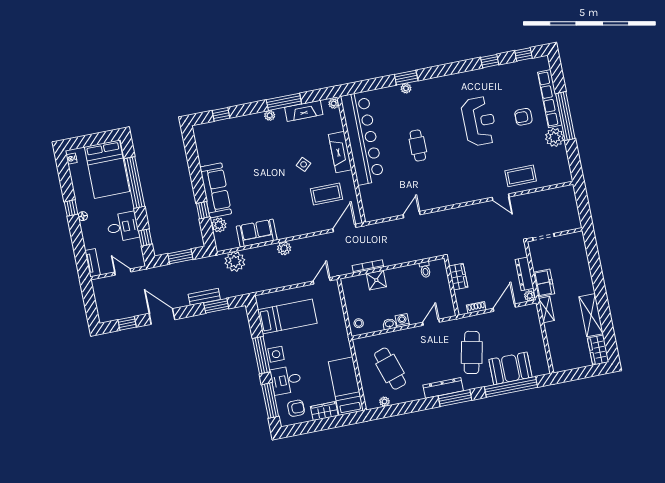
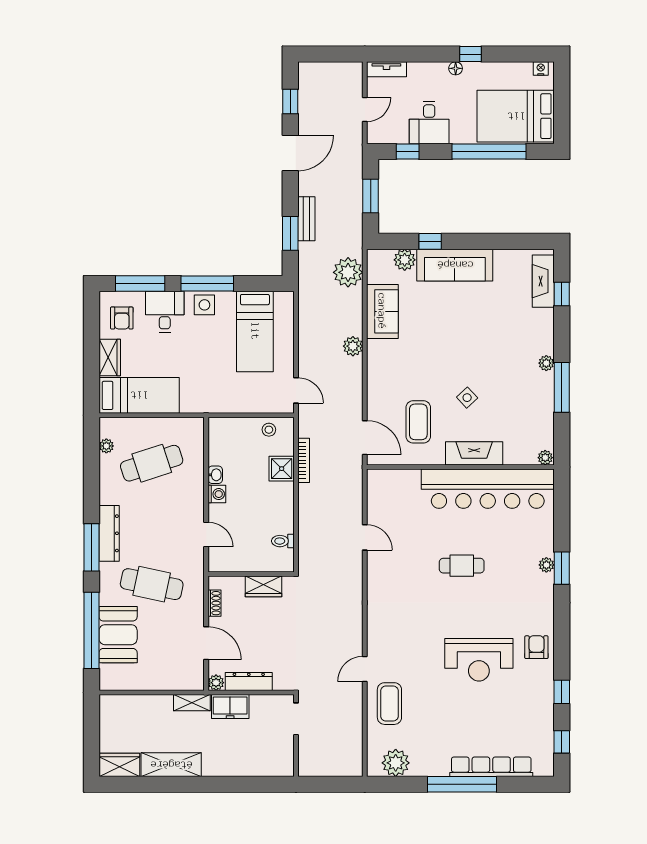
fireplace: (304, 111) -> (543, 281), moved
armchair: (523, 117) -> (536, 647), moved
plant: (555, 137) -> (396, 763), moved
stool: (359, 323) -> (269, 430), moved

